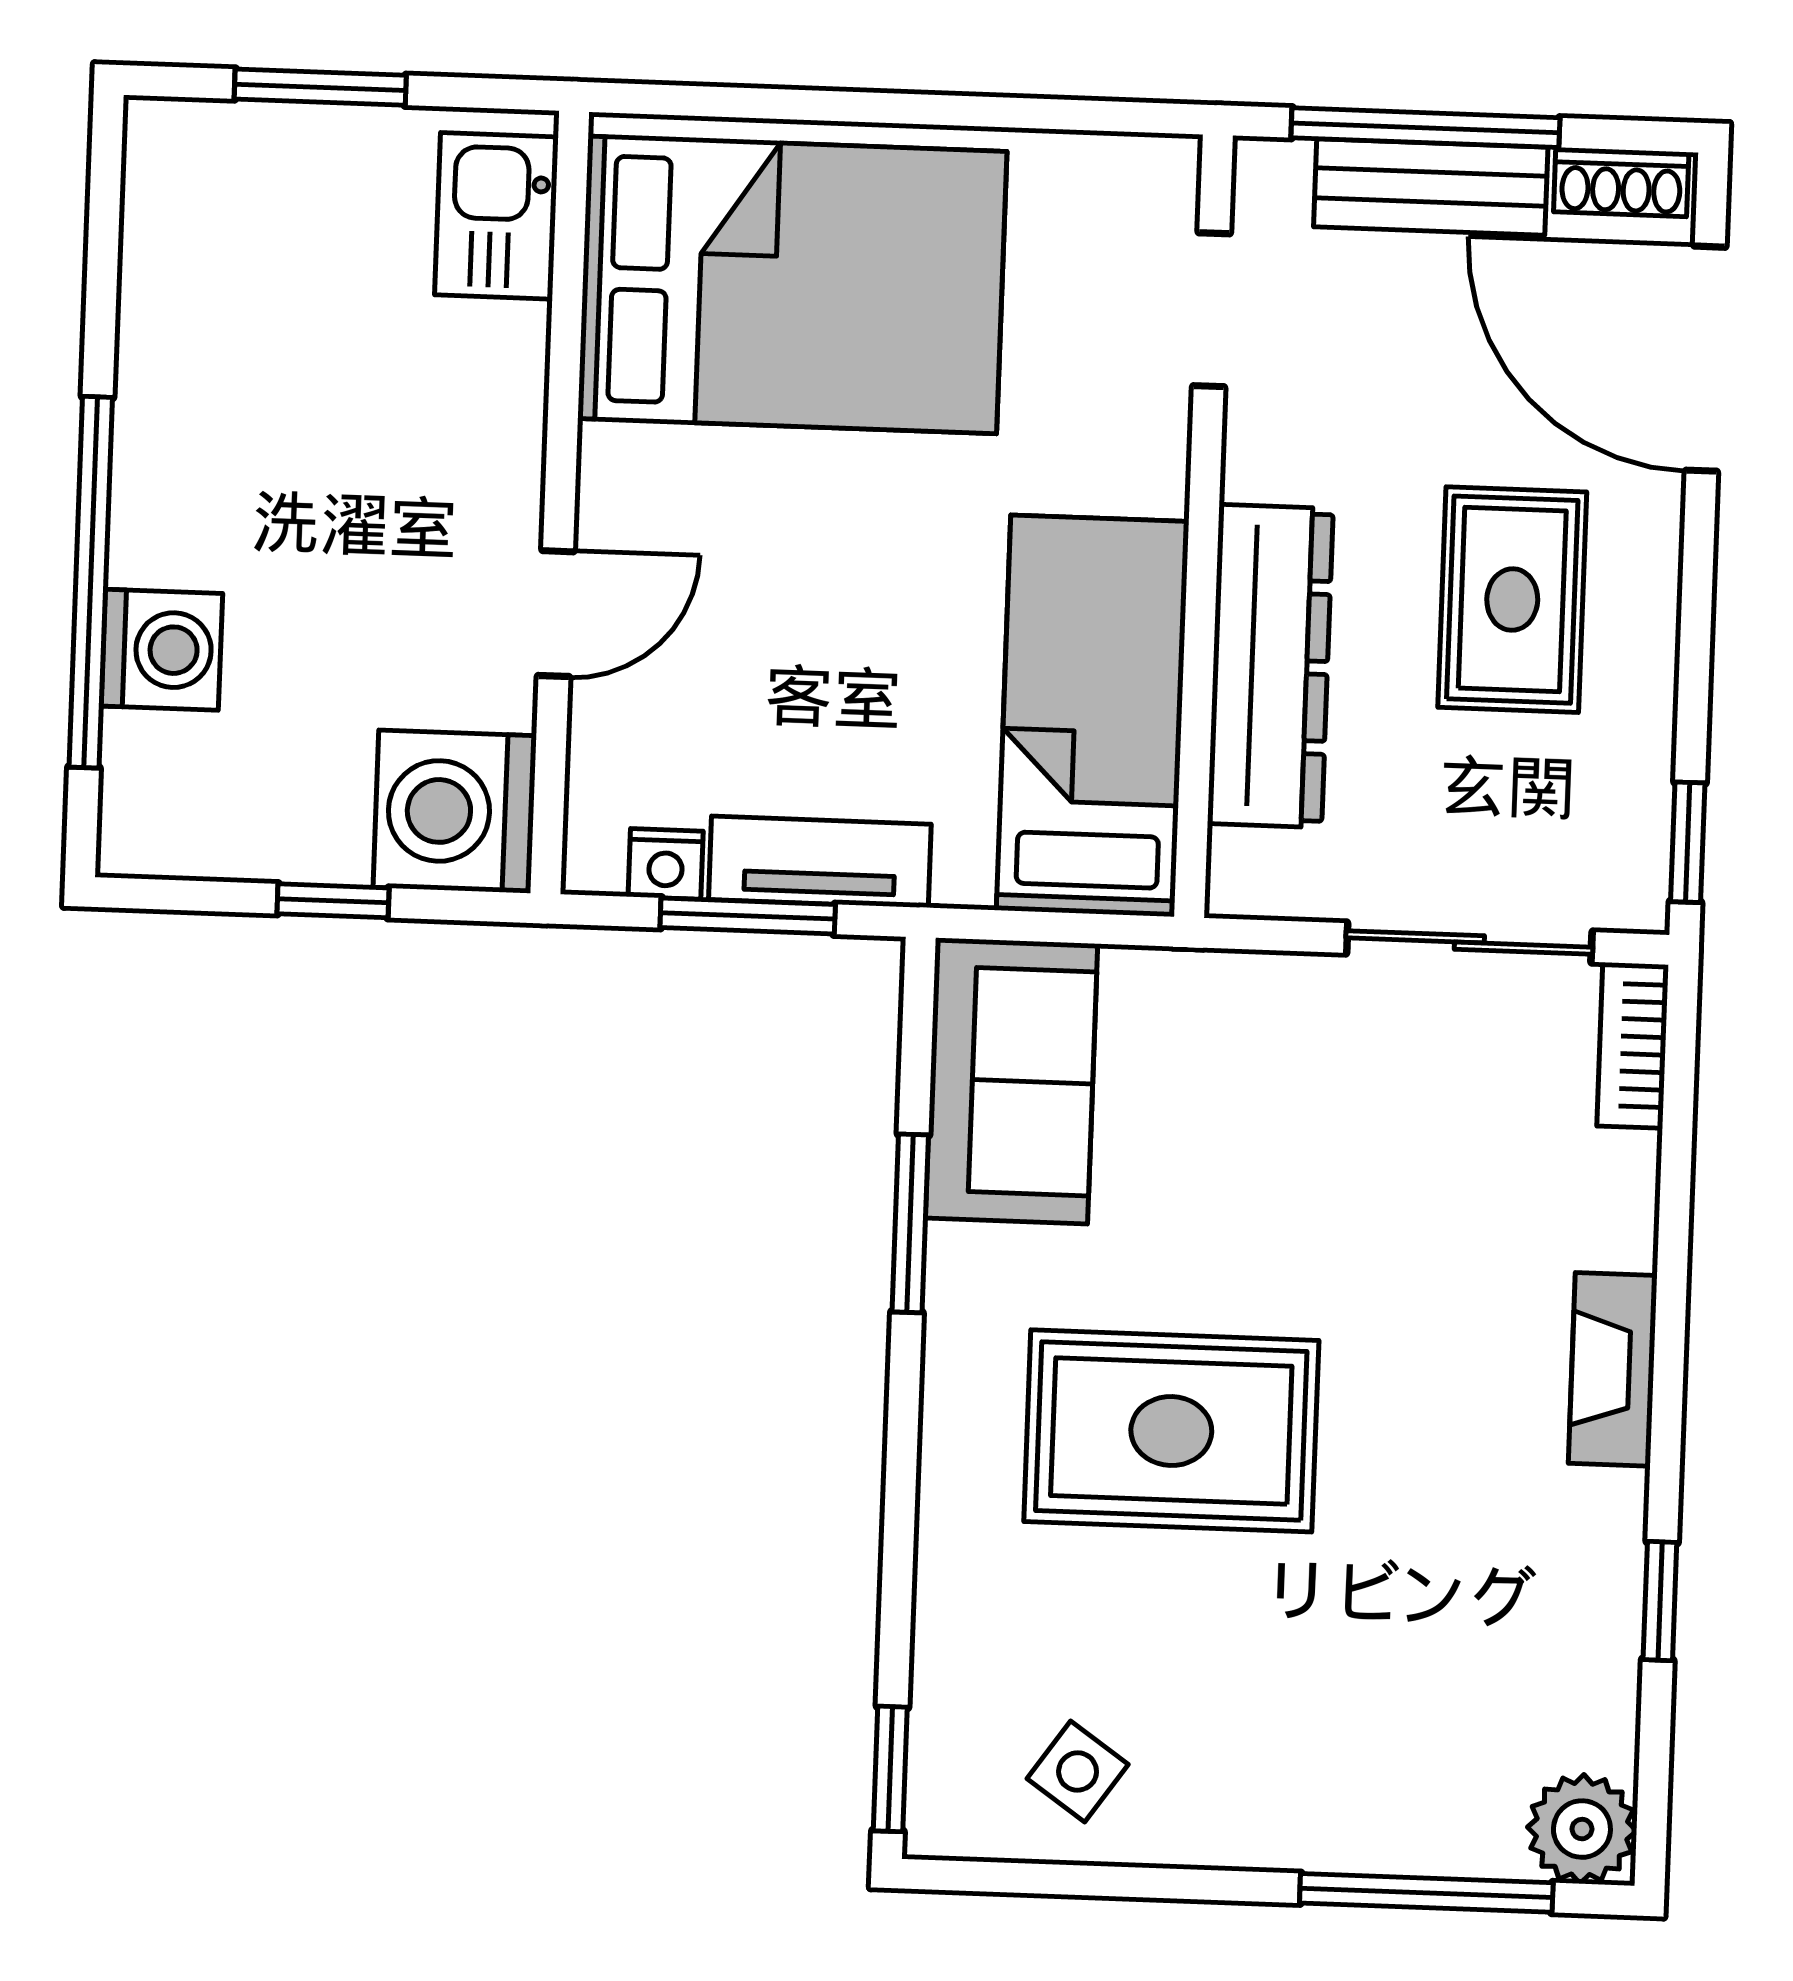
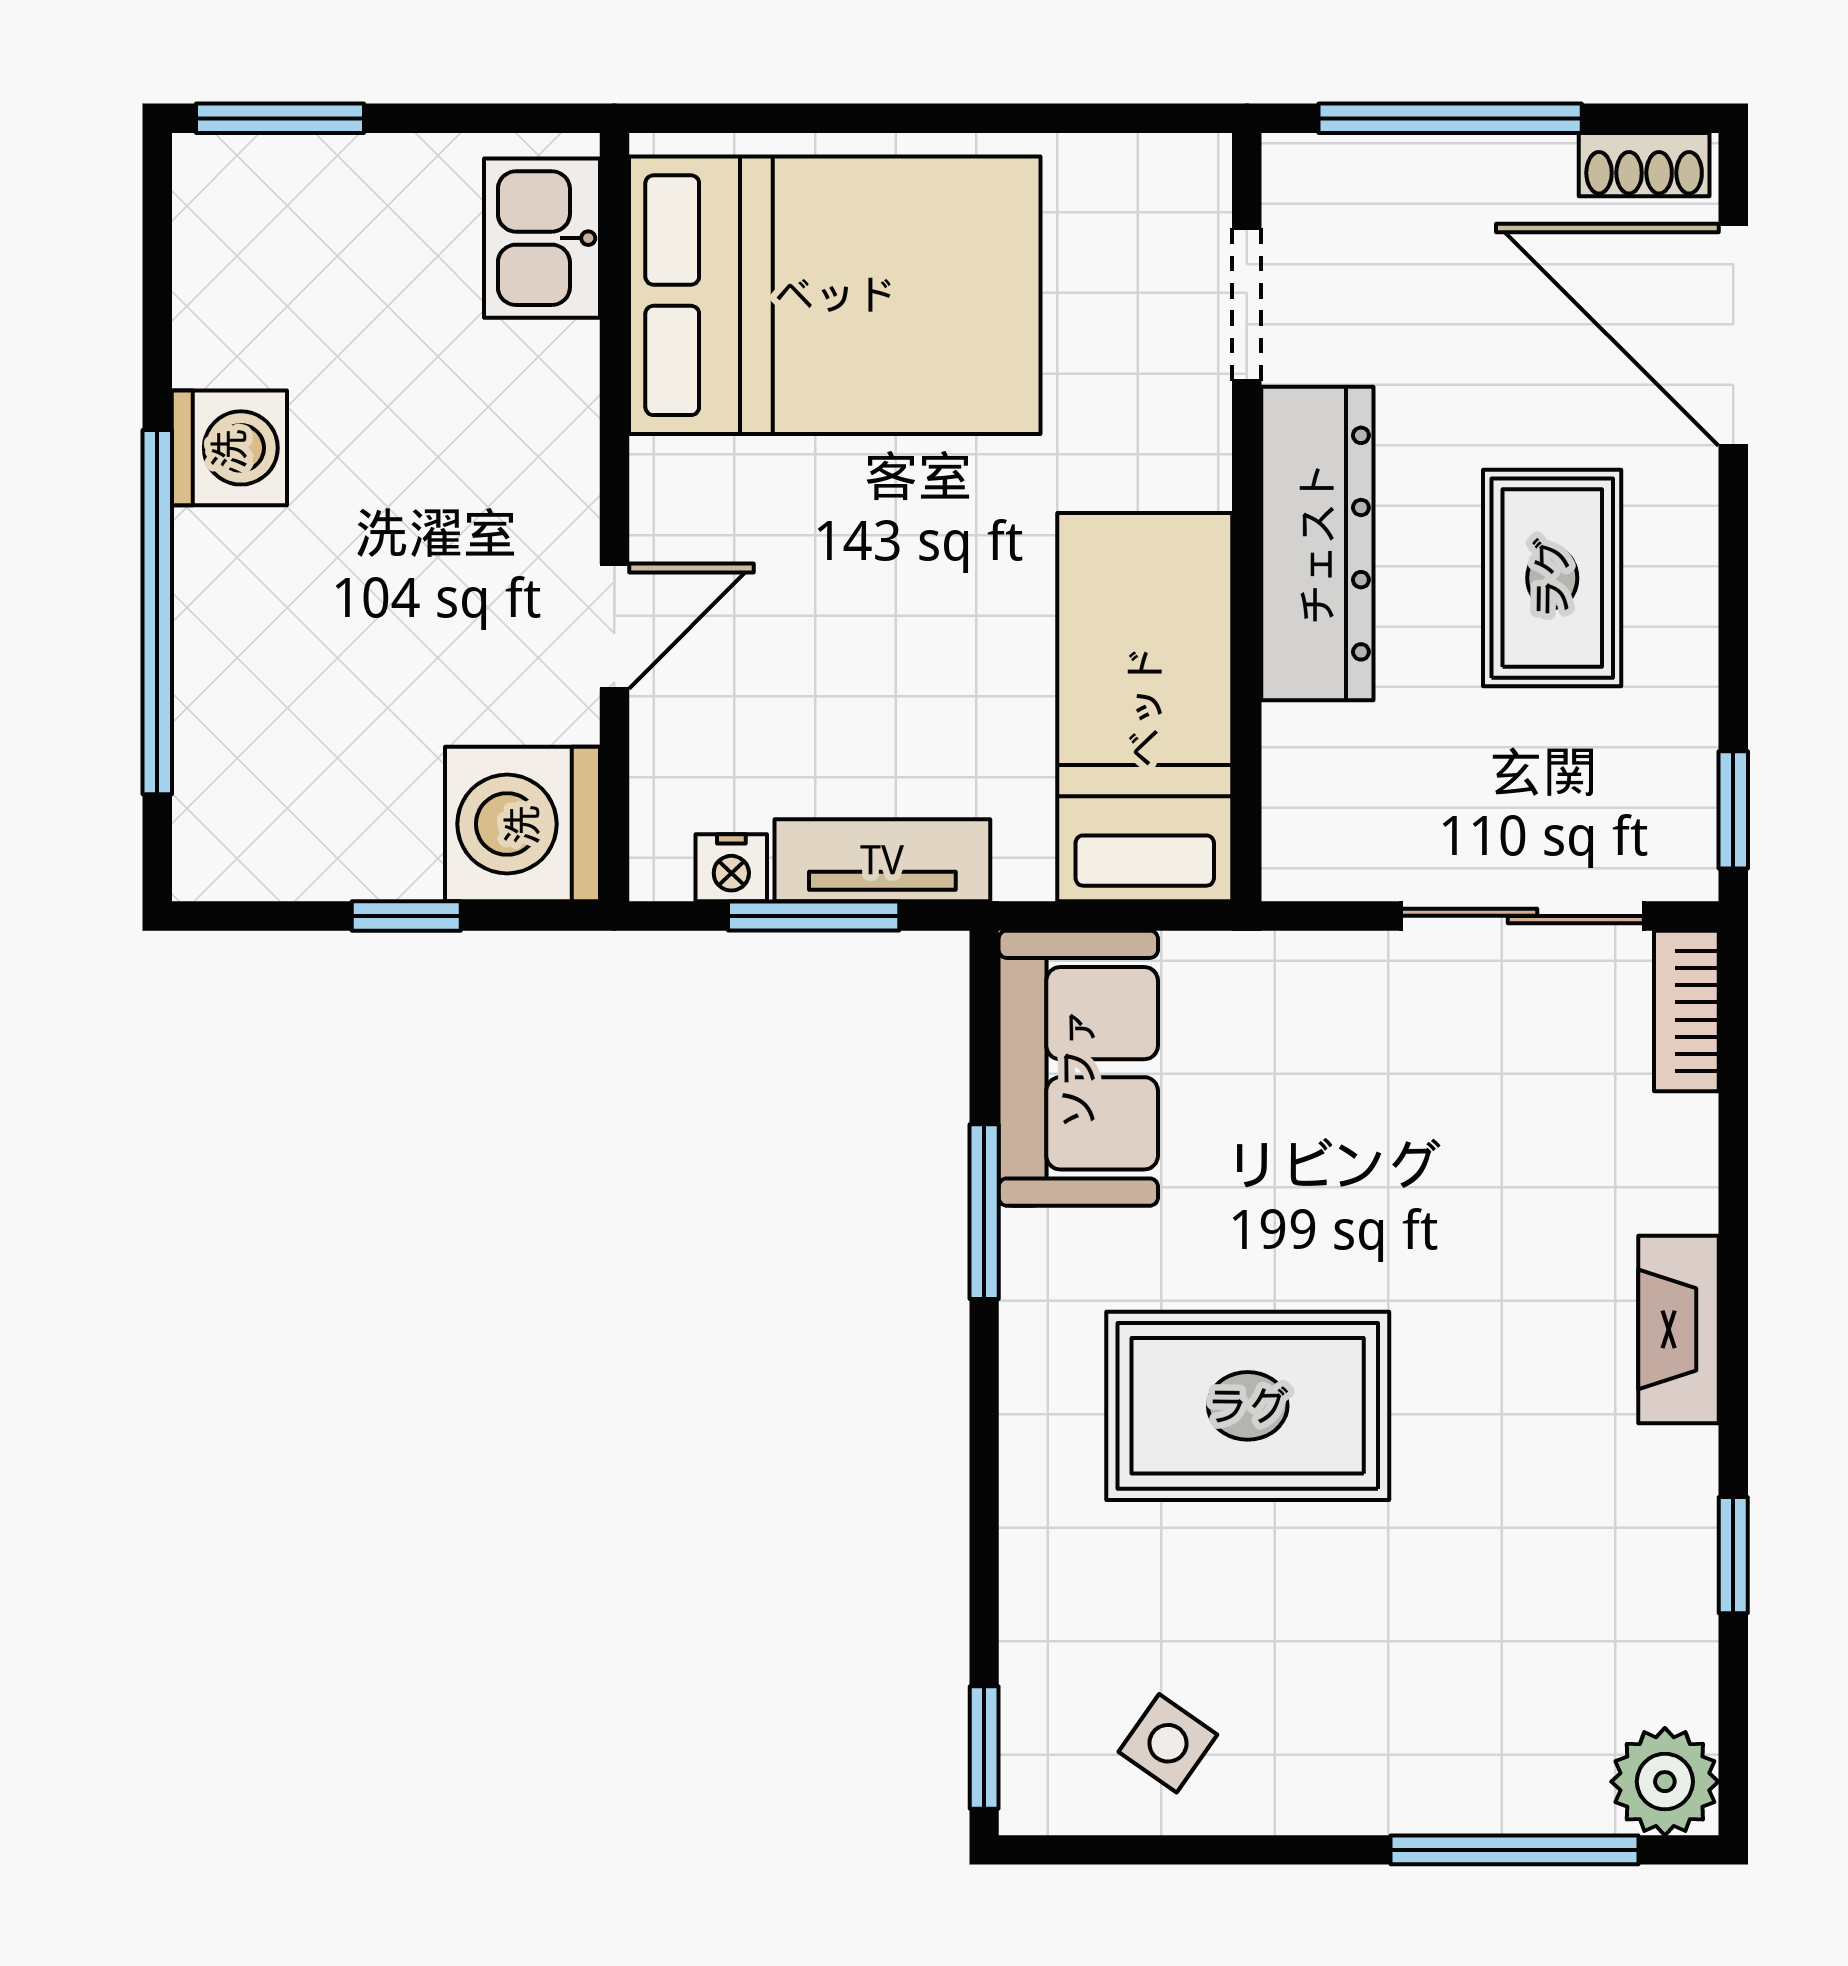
window: (320, 87) -> (280, 118), moved
bench: (1431, 187) -> (1457, 176), removed
washing machine: (162, 650) -> (229, 448), moved
dresser: (1270, 666) -> (1317, 544), moved

